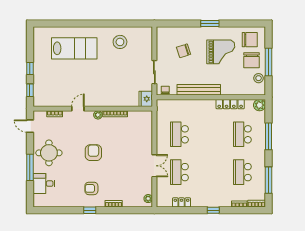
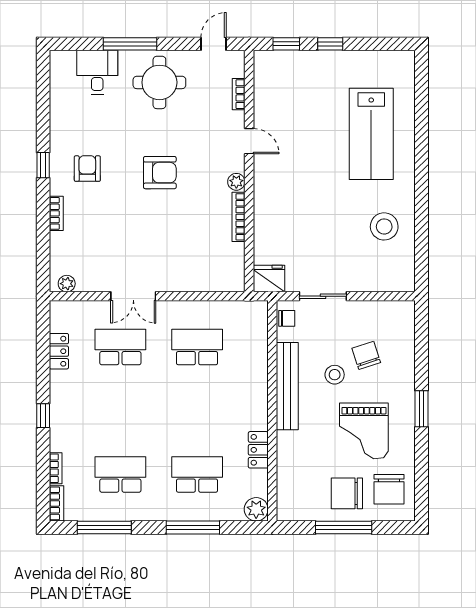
stool: (259, 78) -> (335, 375), moved
locker: (230, 104) -> (258, 450), width x0.66

